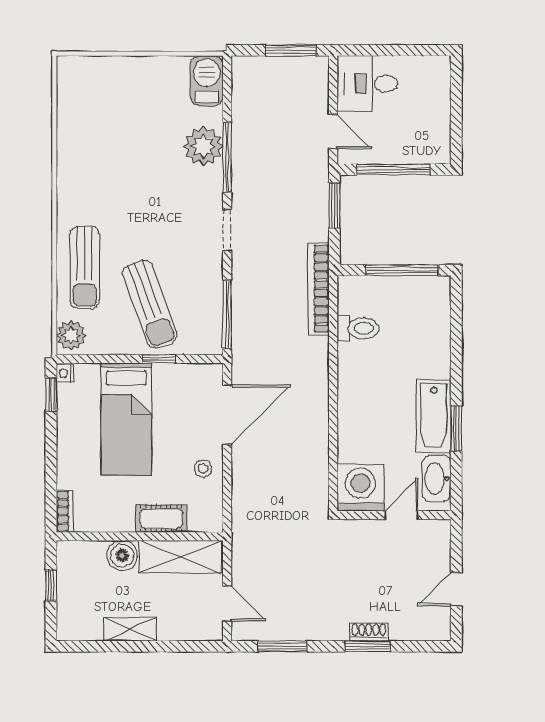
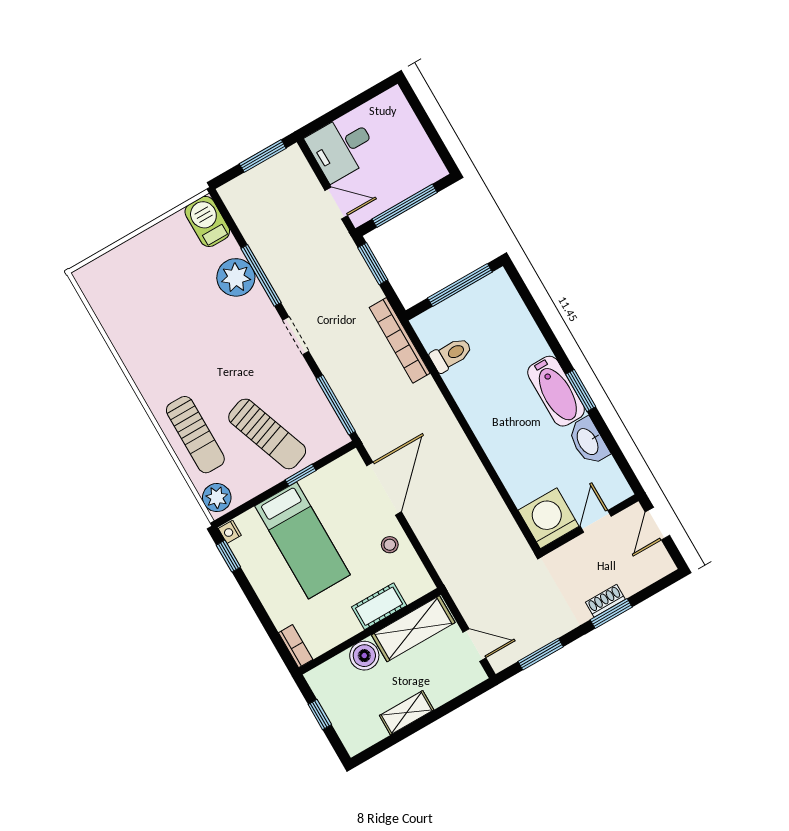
washing machine: (360, 488) -> (549, 518), moved
wall: (394, 515) -> (589, 525), moved
door: (402, 515) -> (596, 521), moved

